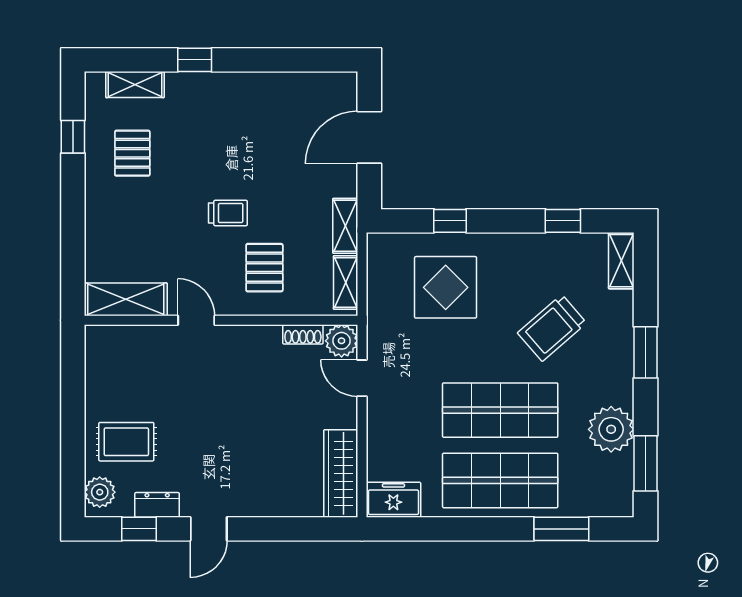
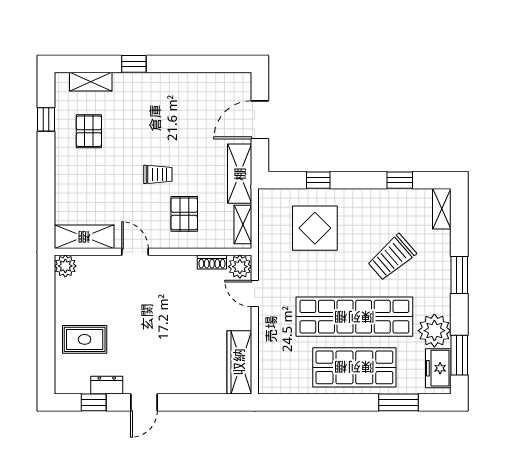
shelving: (345, 226) -> (240, 174), width x1.50, depth x1.33
shop shelf: (500, 410) -> (354, 317), width x1.40
plant: (100, 492) -> (65, 266), moved
freezer: (393, 500) -> (438, 368), moved, turned -90

